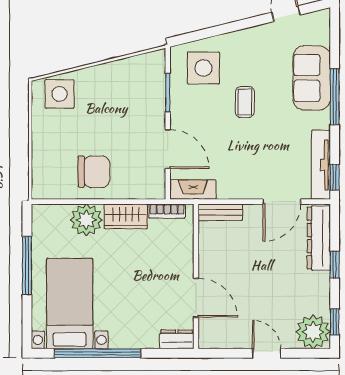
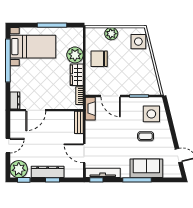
coffee table: (245, 102) -> (146, 136), moved
plant: (44, 148) -> (111, 34), added
door: (168, 149) -> (111, 96), hinge flipped
chair: (94, 172) -> (99, 59), turned 90
dresser: (319, 238) -> (48, 172), moved

